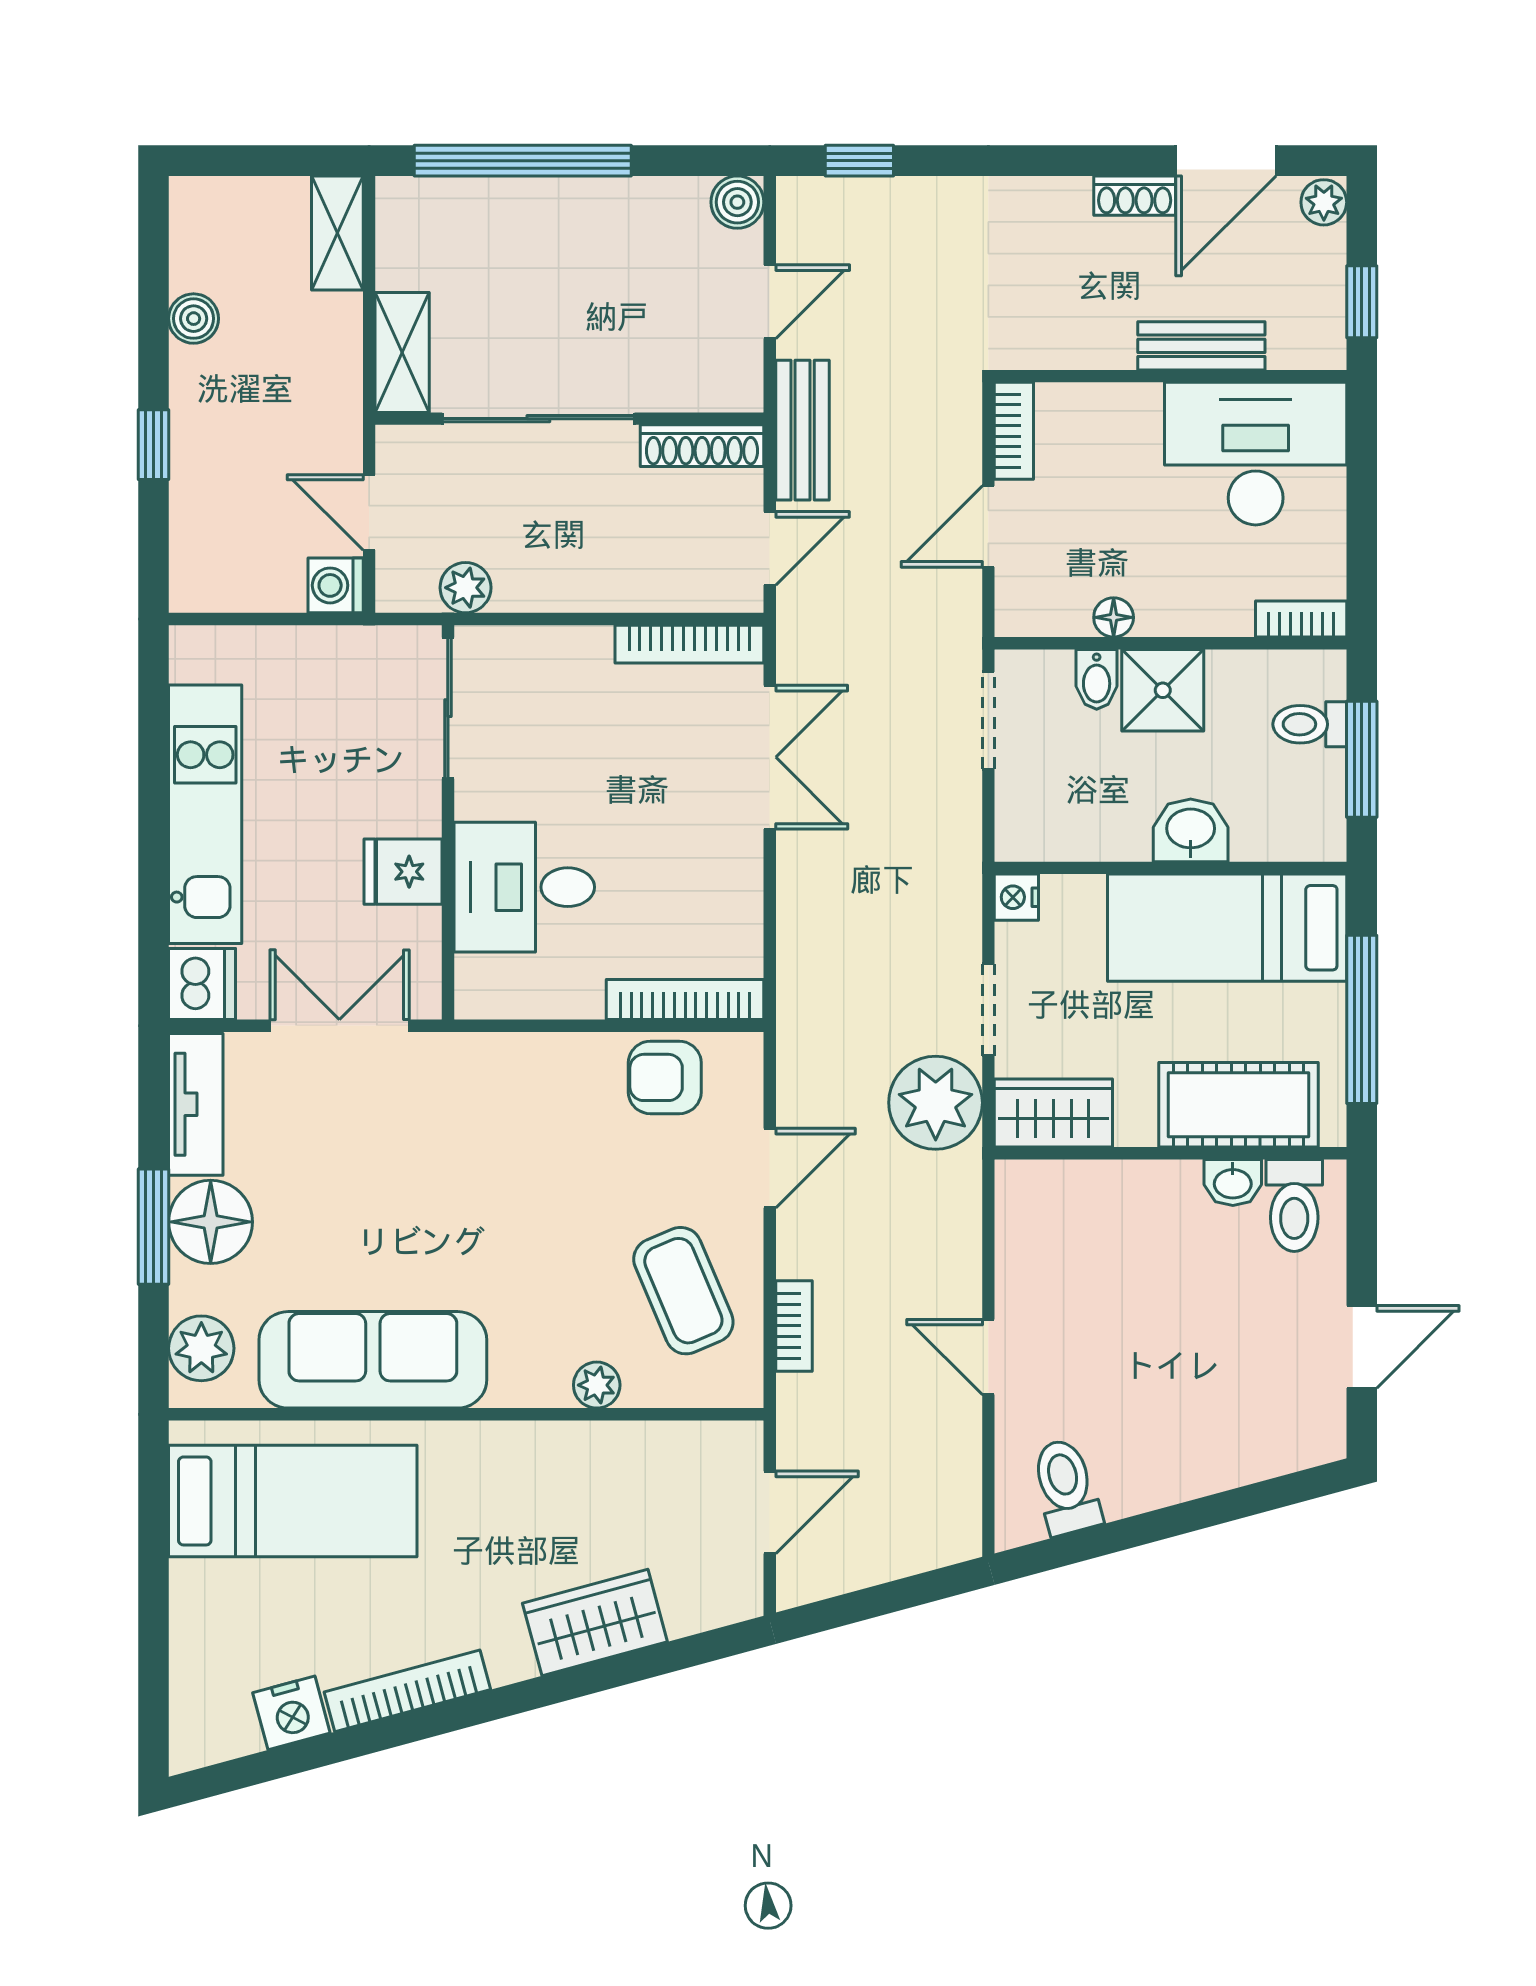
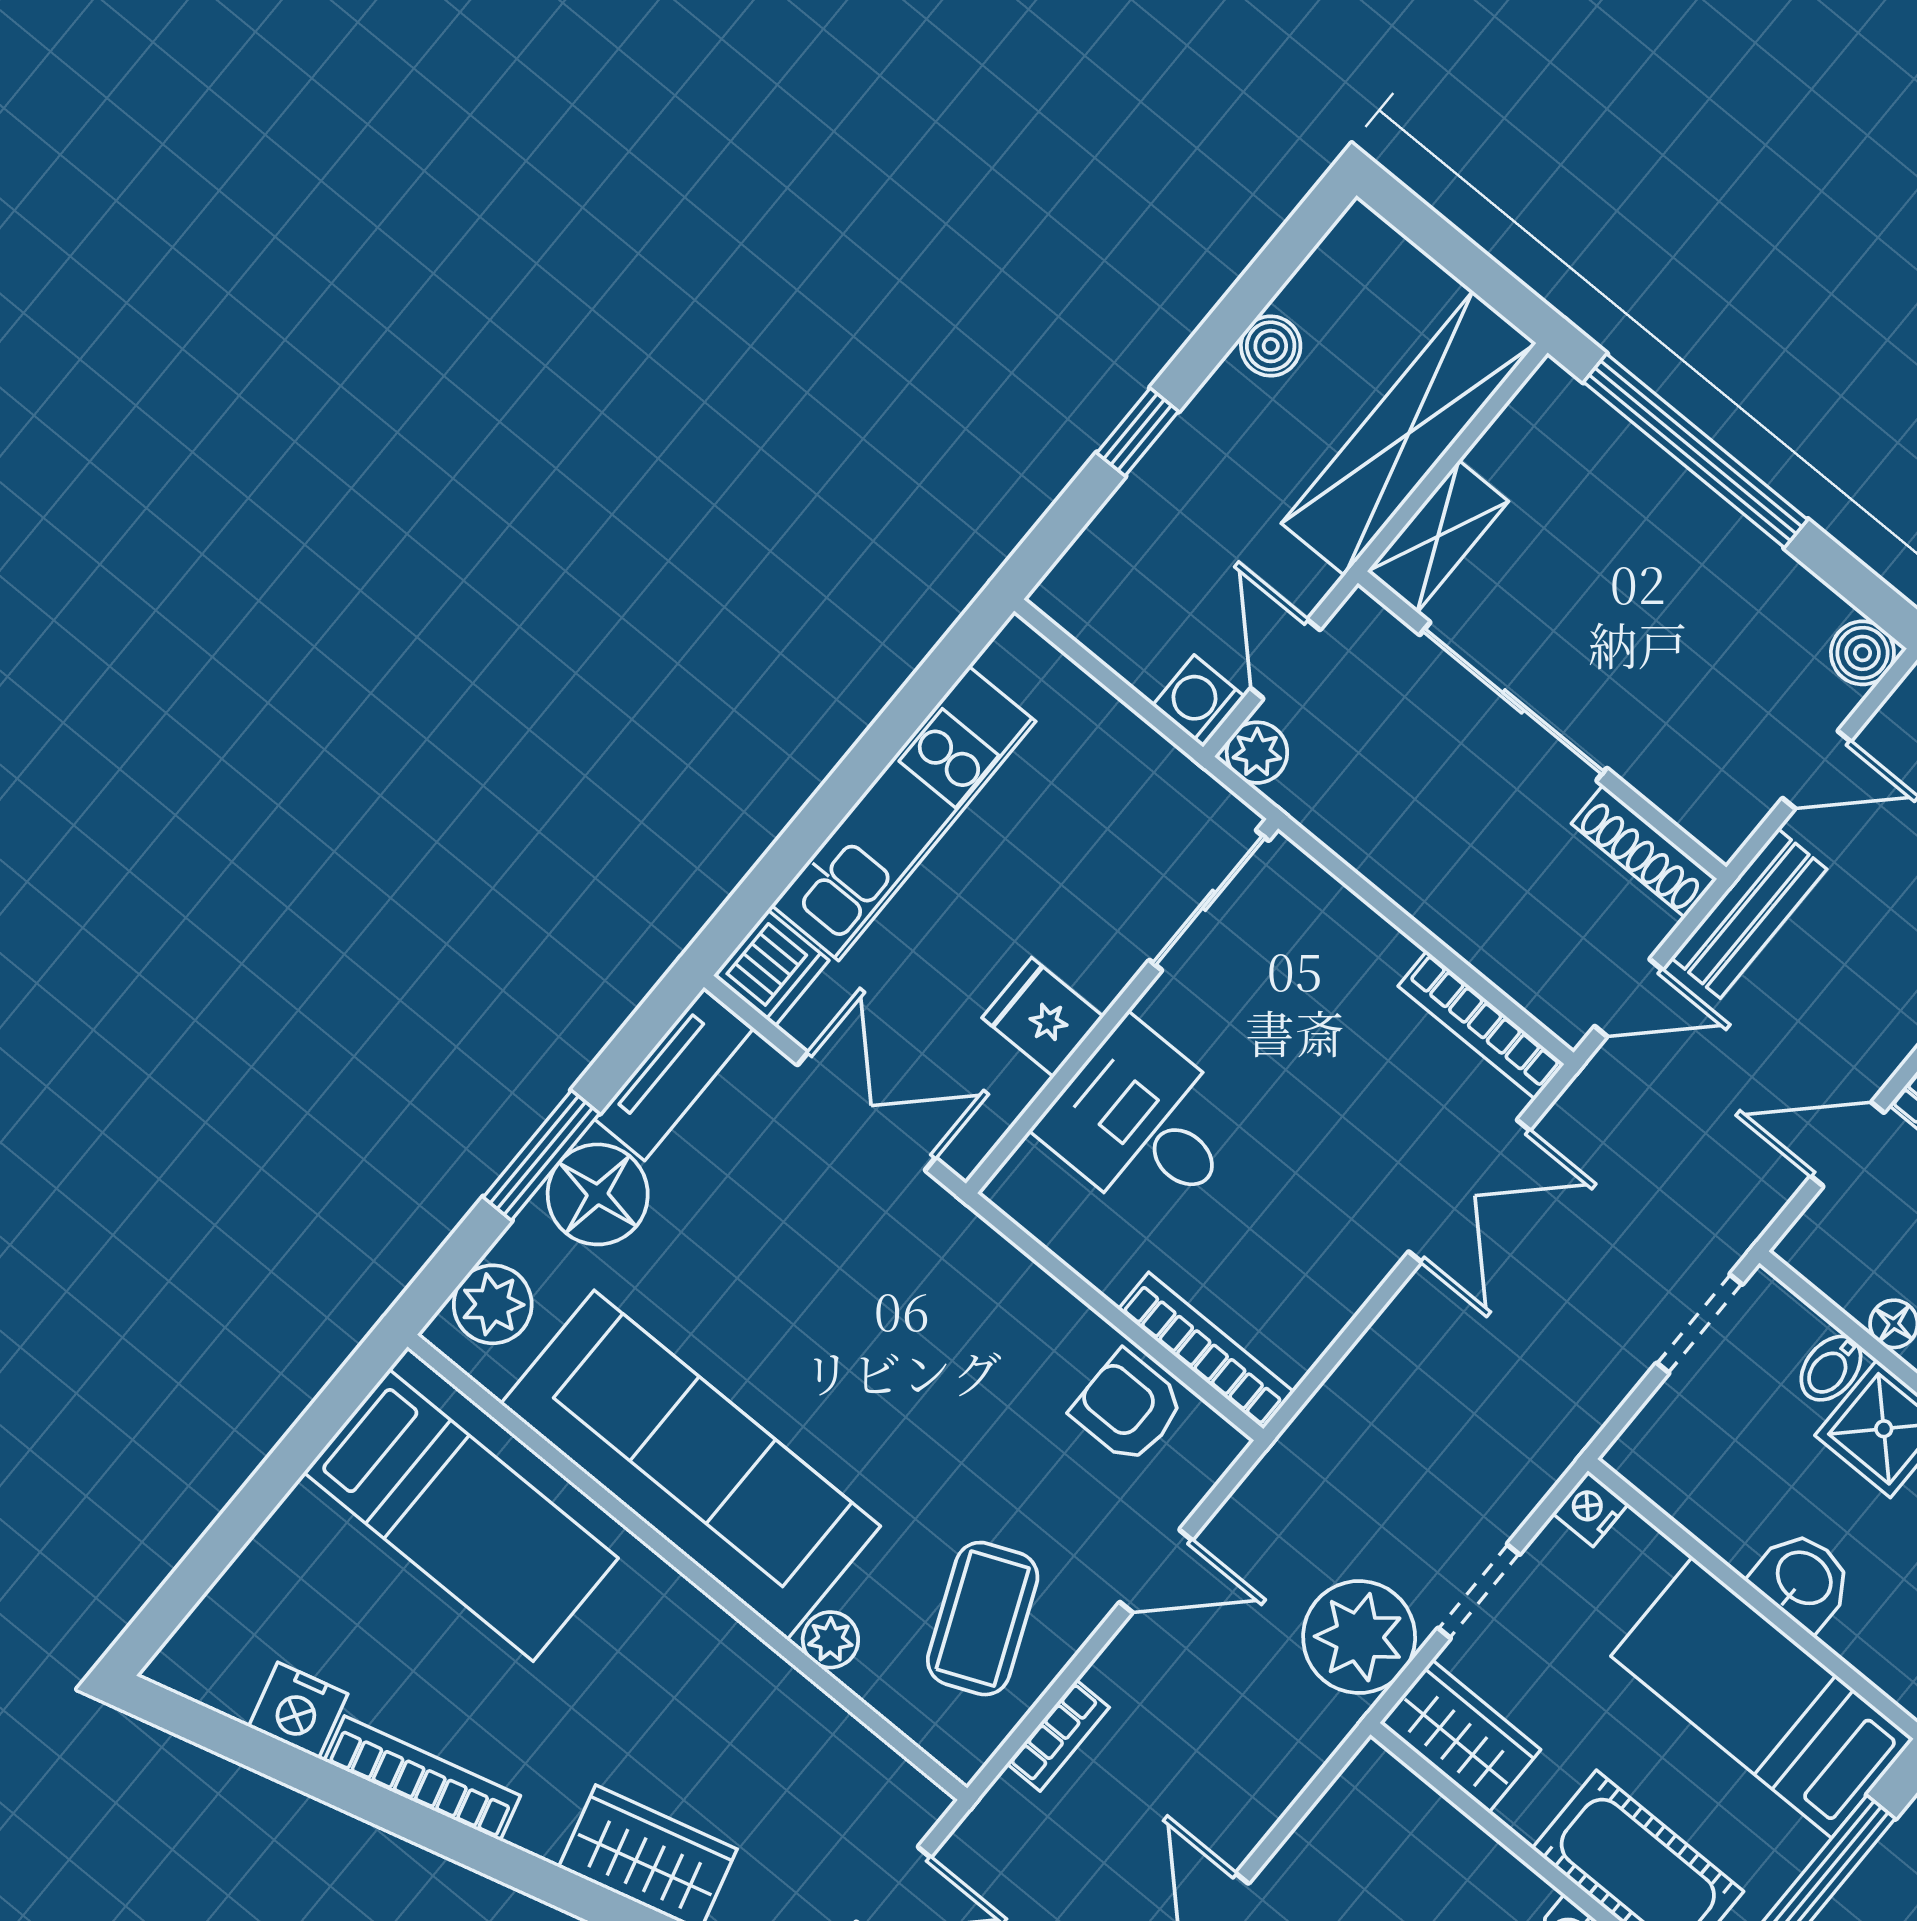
shelving: (337, 233) -> (1409, 433), width x2.20, depth x1.33
plant: (466, 588) -> (1257, 753), moved
sofa: (373, 1360) -> (691, 1465), width x1.36, depth x1.27

